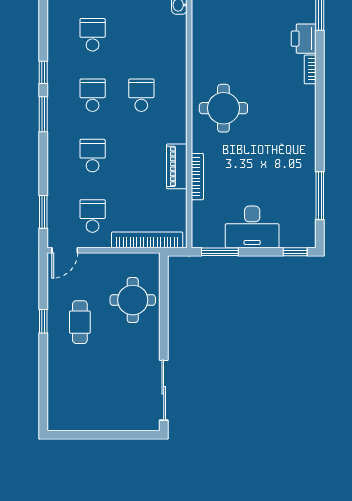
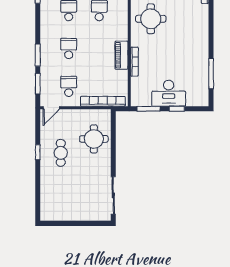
window: (43, 114) -> (38, 55), moved
window: (295, 252) -> (177, 109), moved

